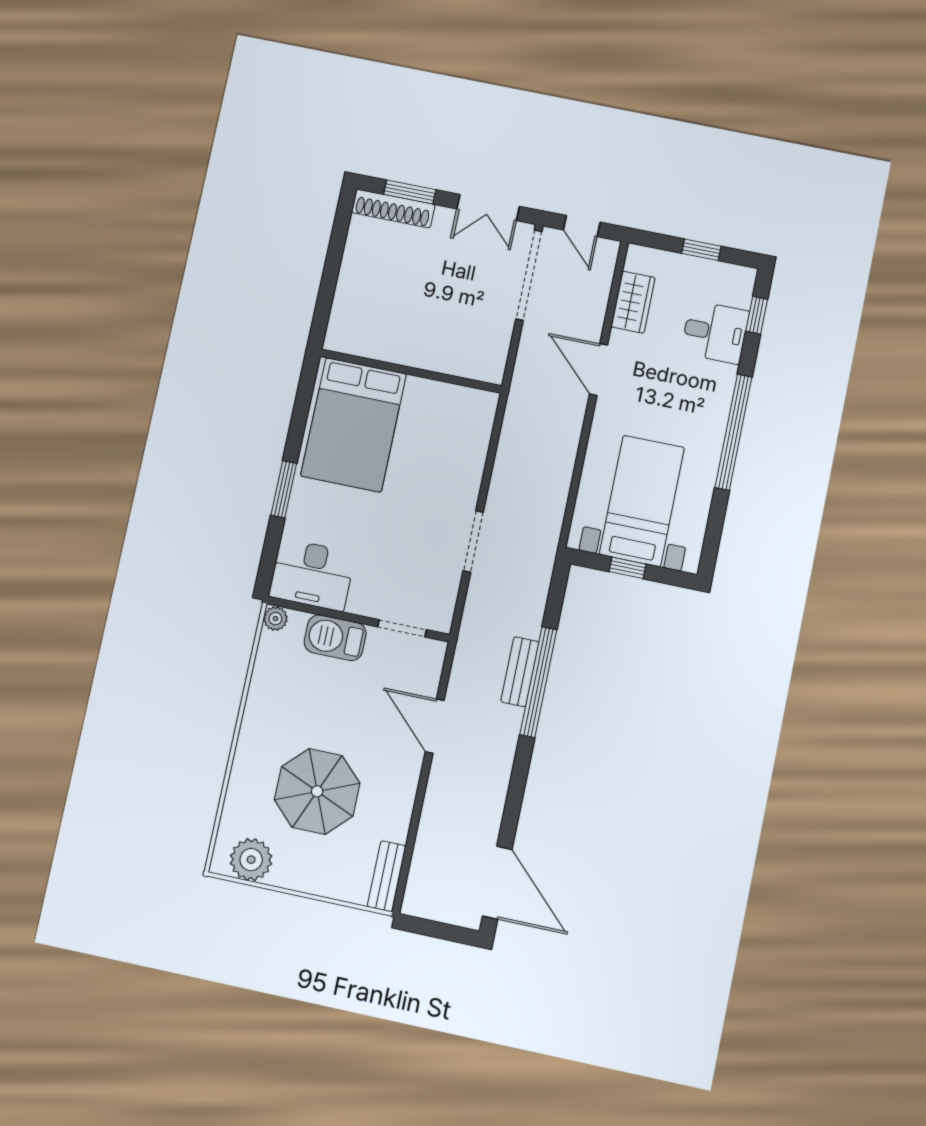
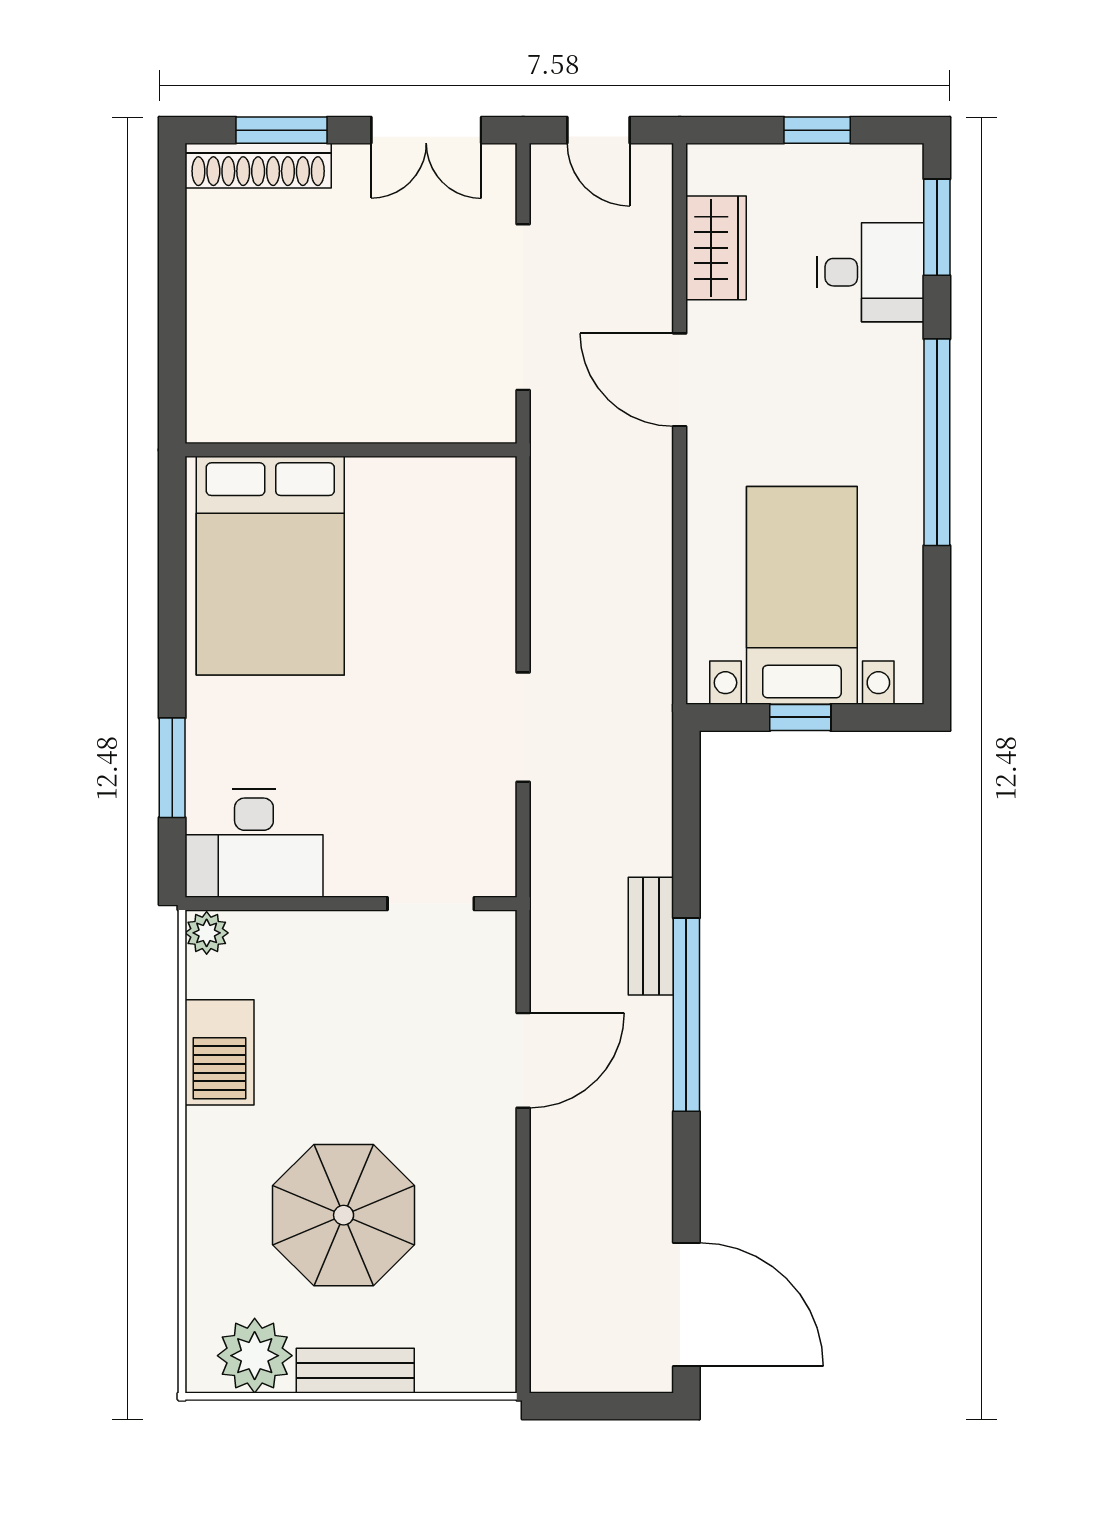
doorway: (529, 275) -> (523, 307), moved
window: (757, 315) -> (937, 227), width x1.50
window: (284, 489) -> (172, 768), moved
barbecue: (335, 638) -> (220, 1052), moved, turned -90
window: (538, 682) -> (686, 1015), moved
door: (435, 726) -> (523, 1060), swing flipped
bench: (387, 876) -> (355, 1371), moved, turned 90

